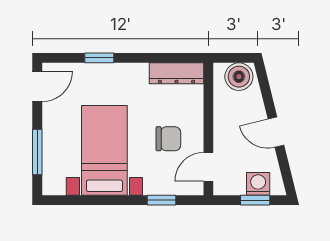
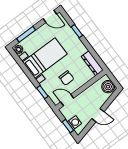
door: (276, 132) -> (98, 115), swing flipped
plant: (55, 185) -> (19, 49), added

